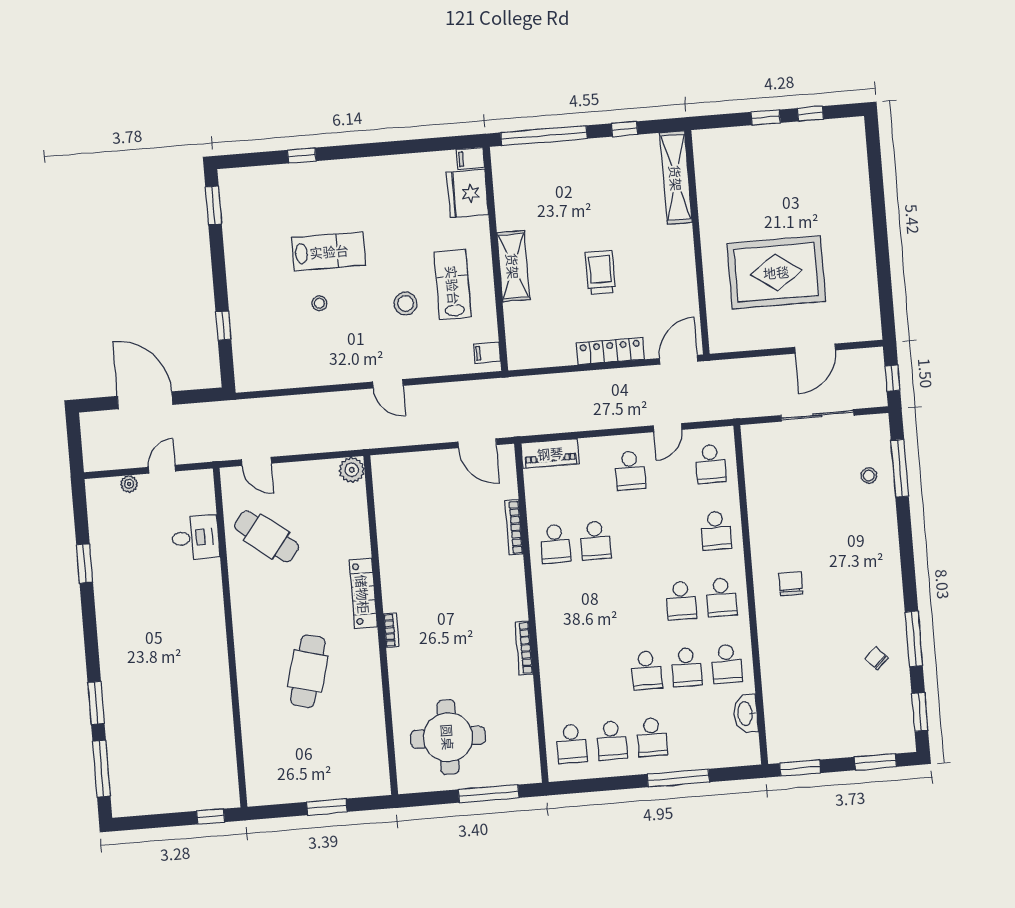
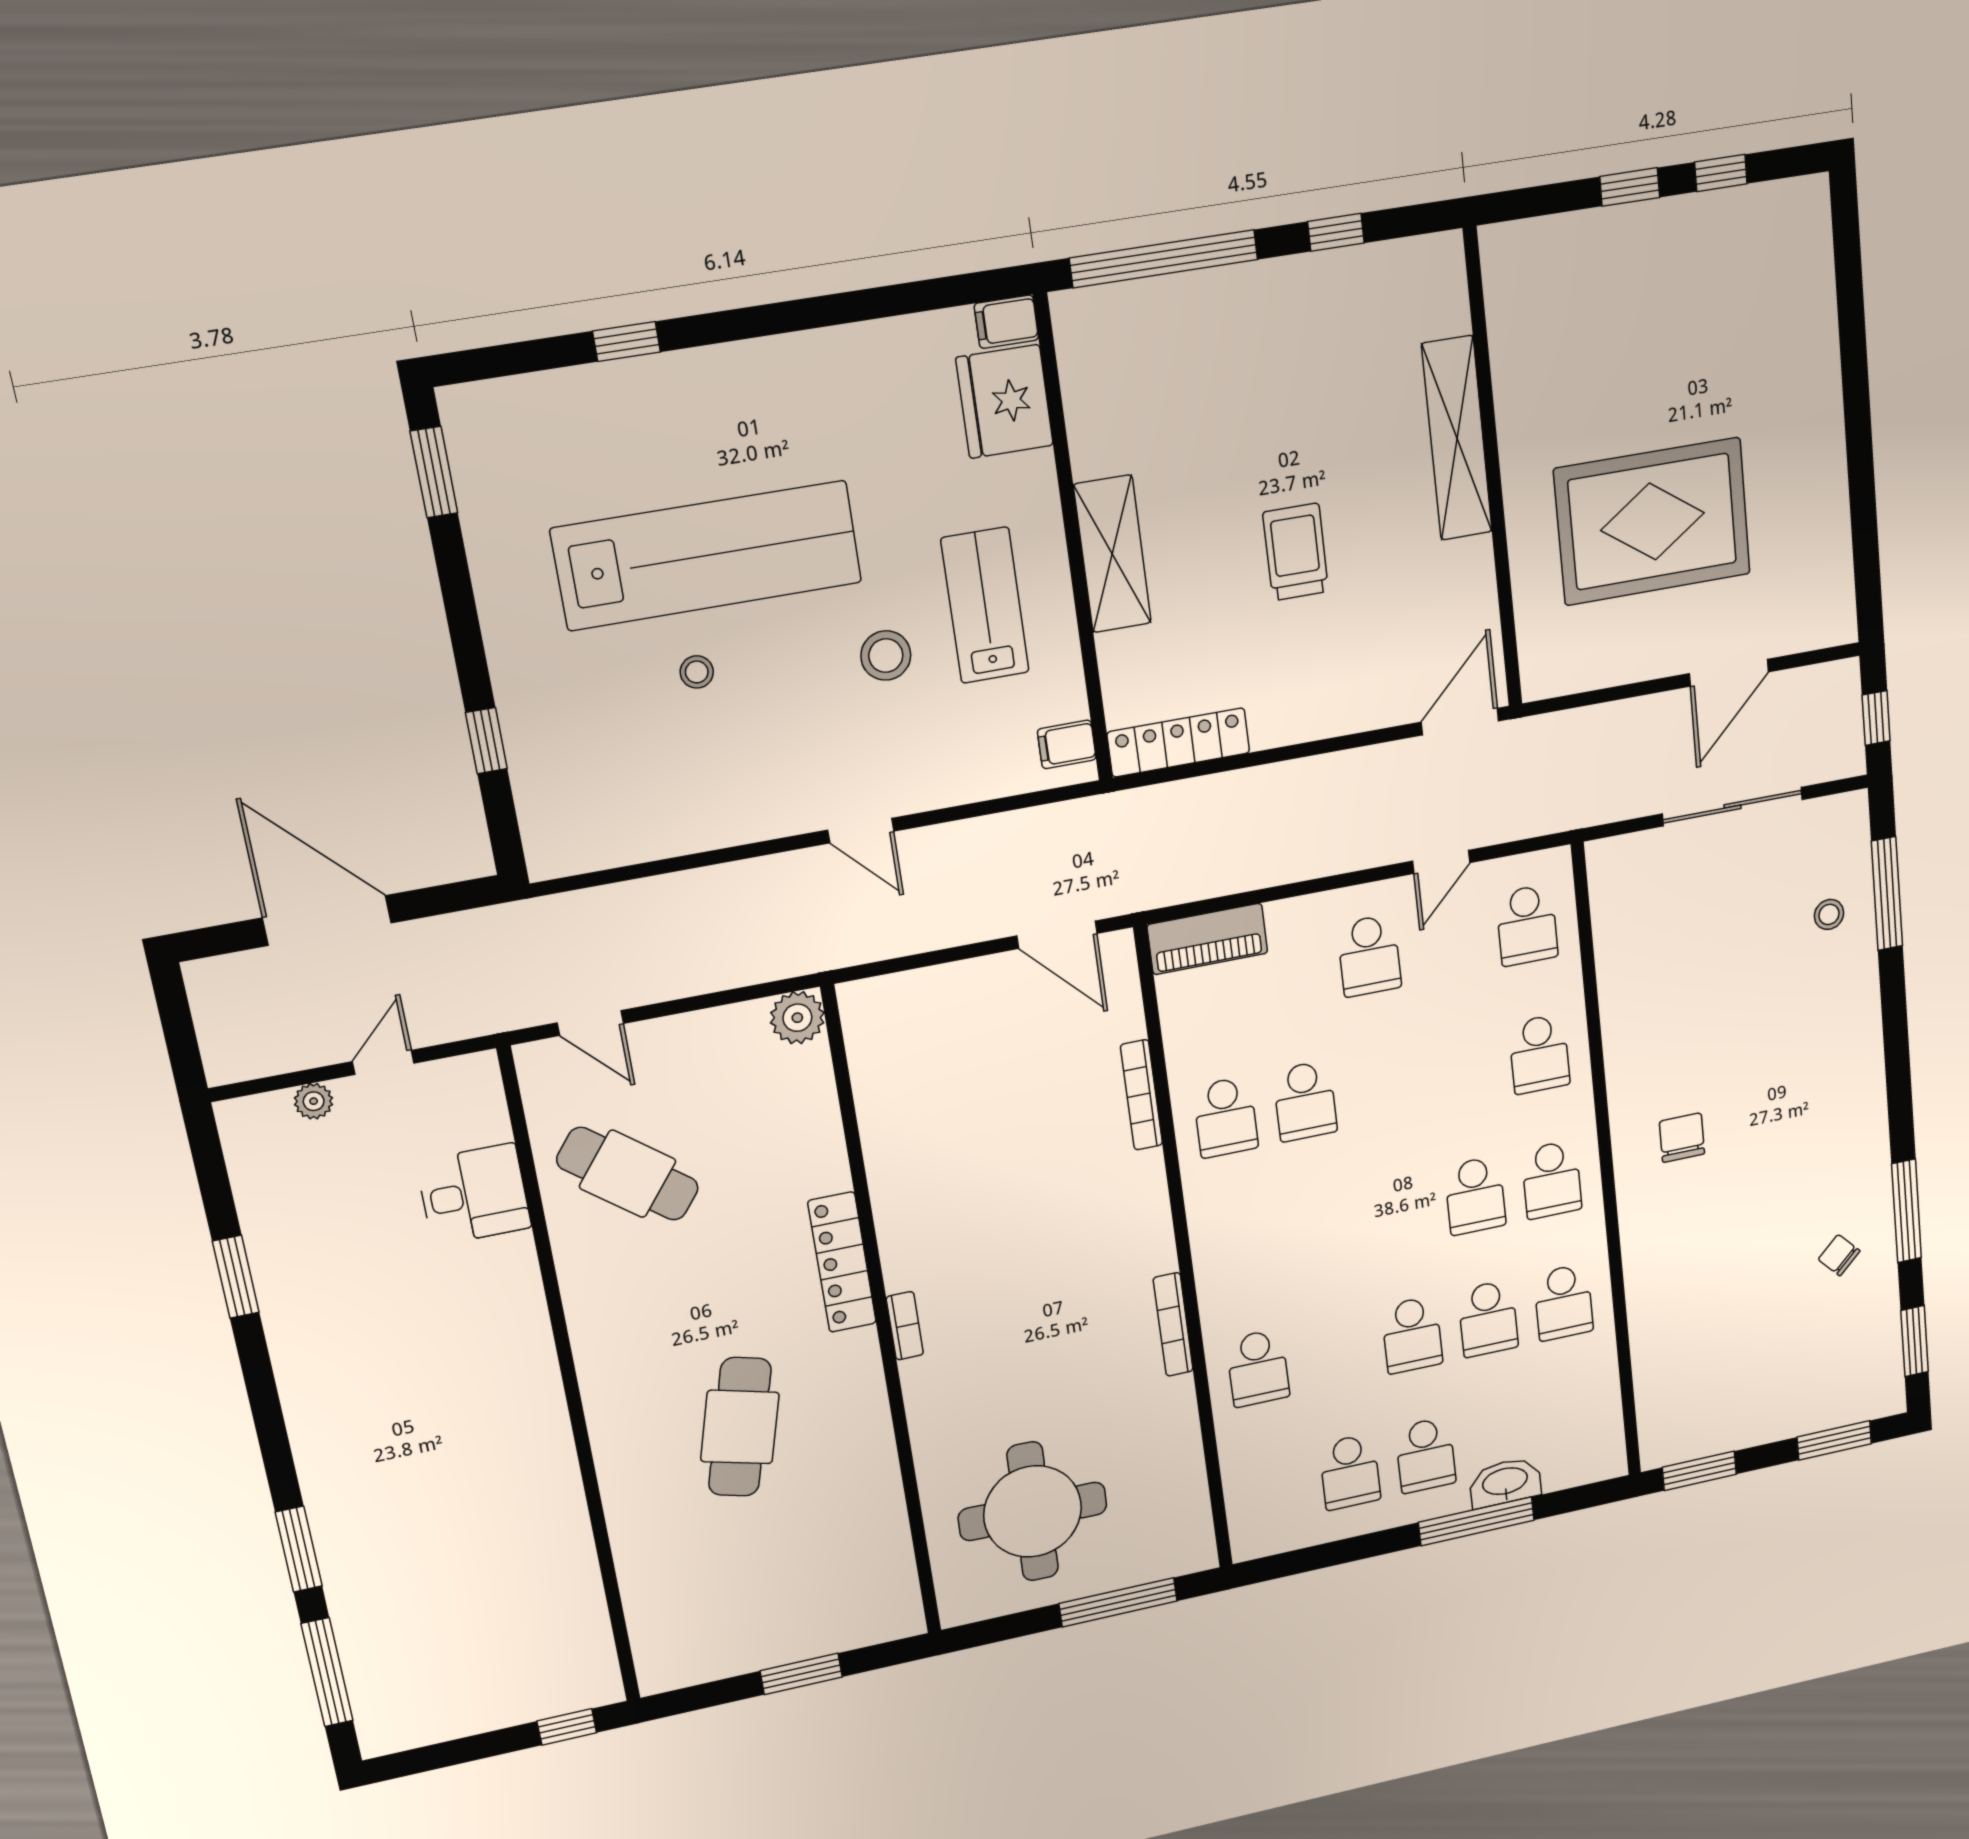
shelving: (676, 178) -> (1457, 438), moved
lab bench: (329, 251) -> (707, 555), width x1.86, depth x1.39
locker: (610, 351) -> (1178, 742), moved
washbasin: (746, 714) -> (1505, 1482), moved, turned 90
school desk: (572, 744) -> (1258, 1368), moved

